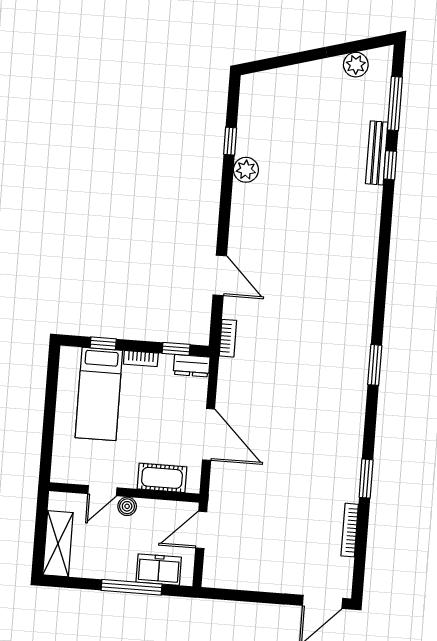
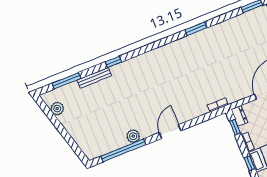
window: (230, 141) -> (123, 150), width x3.17
window: (390, 165) -> (113, 62), moved
door: (220, 275) -> (170, 132), moved

